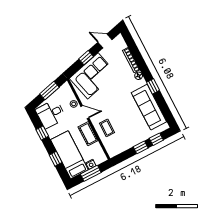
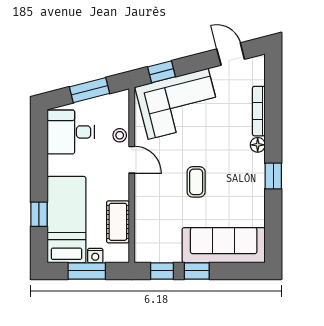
window: (86, 58) -> (162, 72), moved
sofa: (149, 107) -> (224, 245), moved, turned 90
coffee table: (107, 128) -> (196, 182), moved
window: (42, 133) -> (39, 157), removed
cot: (88, 134) -> (118, 222), moved
window: (156, 139) -> (162, 271), moved

